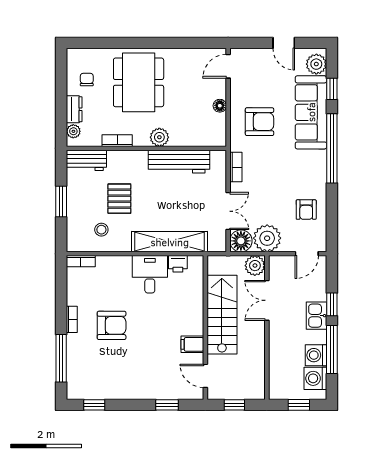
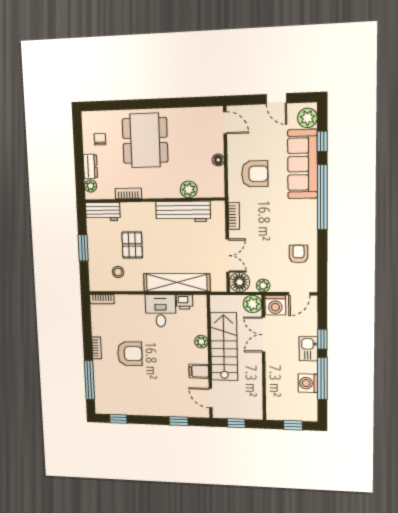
door: (228, 66) -> (225, 123), swing flipped
plant: (159, 137) -> (189, 189), moved
armchair: (306, 210) -> (299, 254), turned 180
plant: (267, 238) -> (263, 286), width x0.53, depth x0.53
plant: (196, 310) -> (201, 342), added
washing machine: (315, 378) -> (275, 305), moved, turned -90

